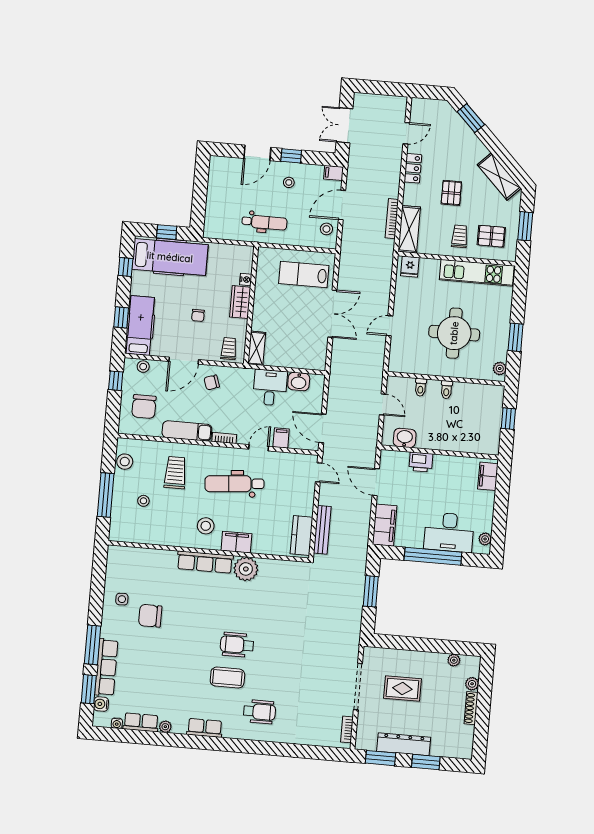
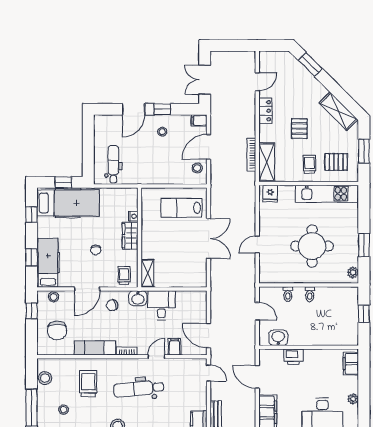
dental chair: (264, 222) -> (113, 164), moved, turned -90
washbasin: (299, 382) -> (138, 298), moved
plant: (485, 539) -> (353, 399), moved

